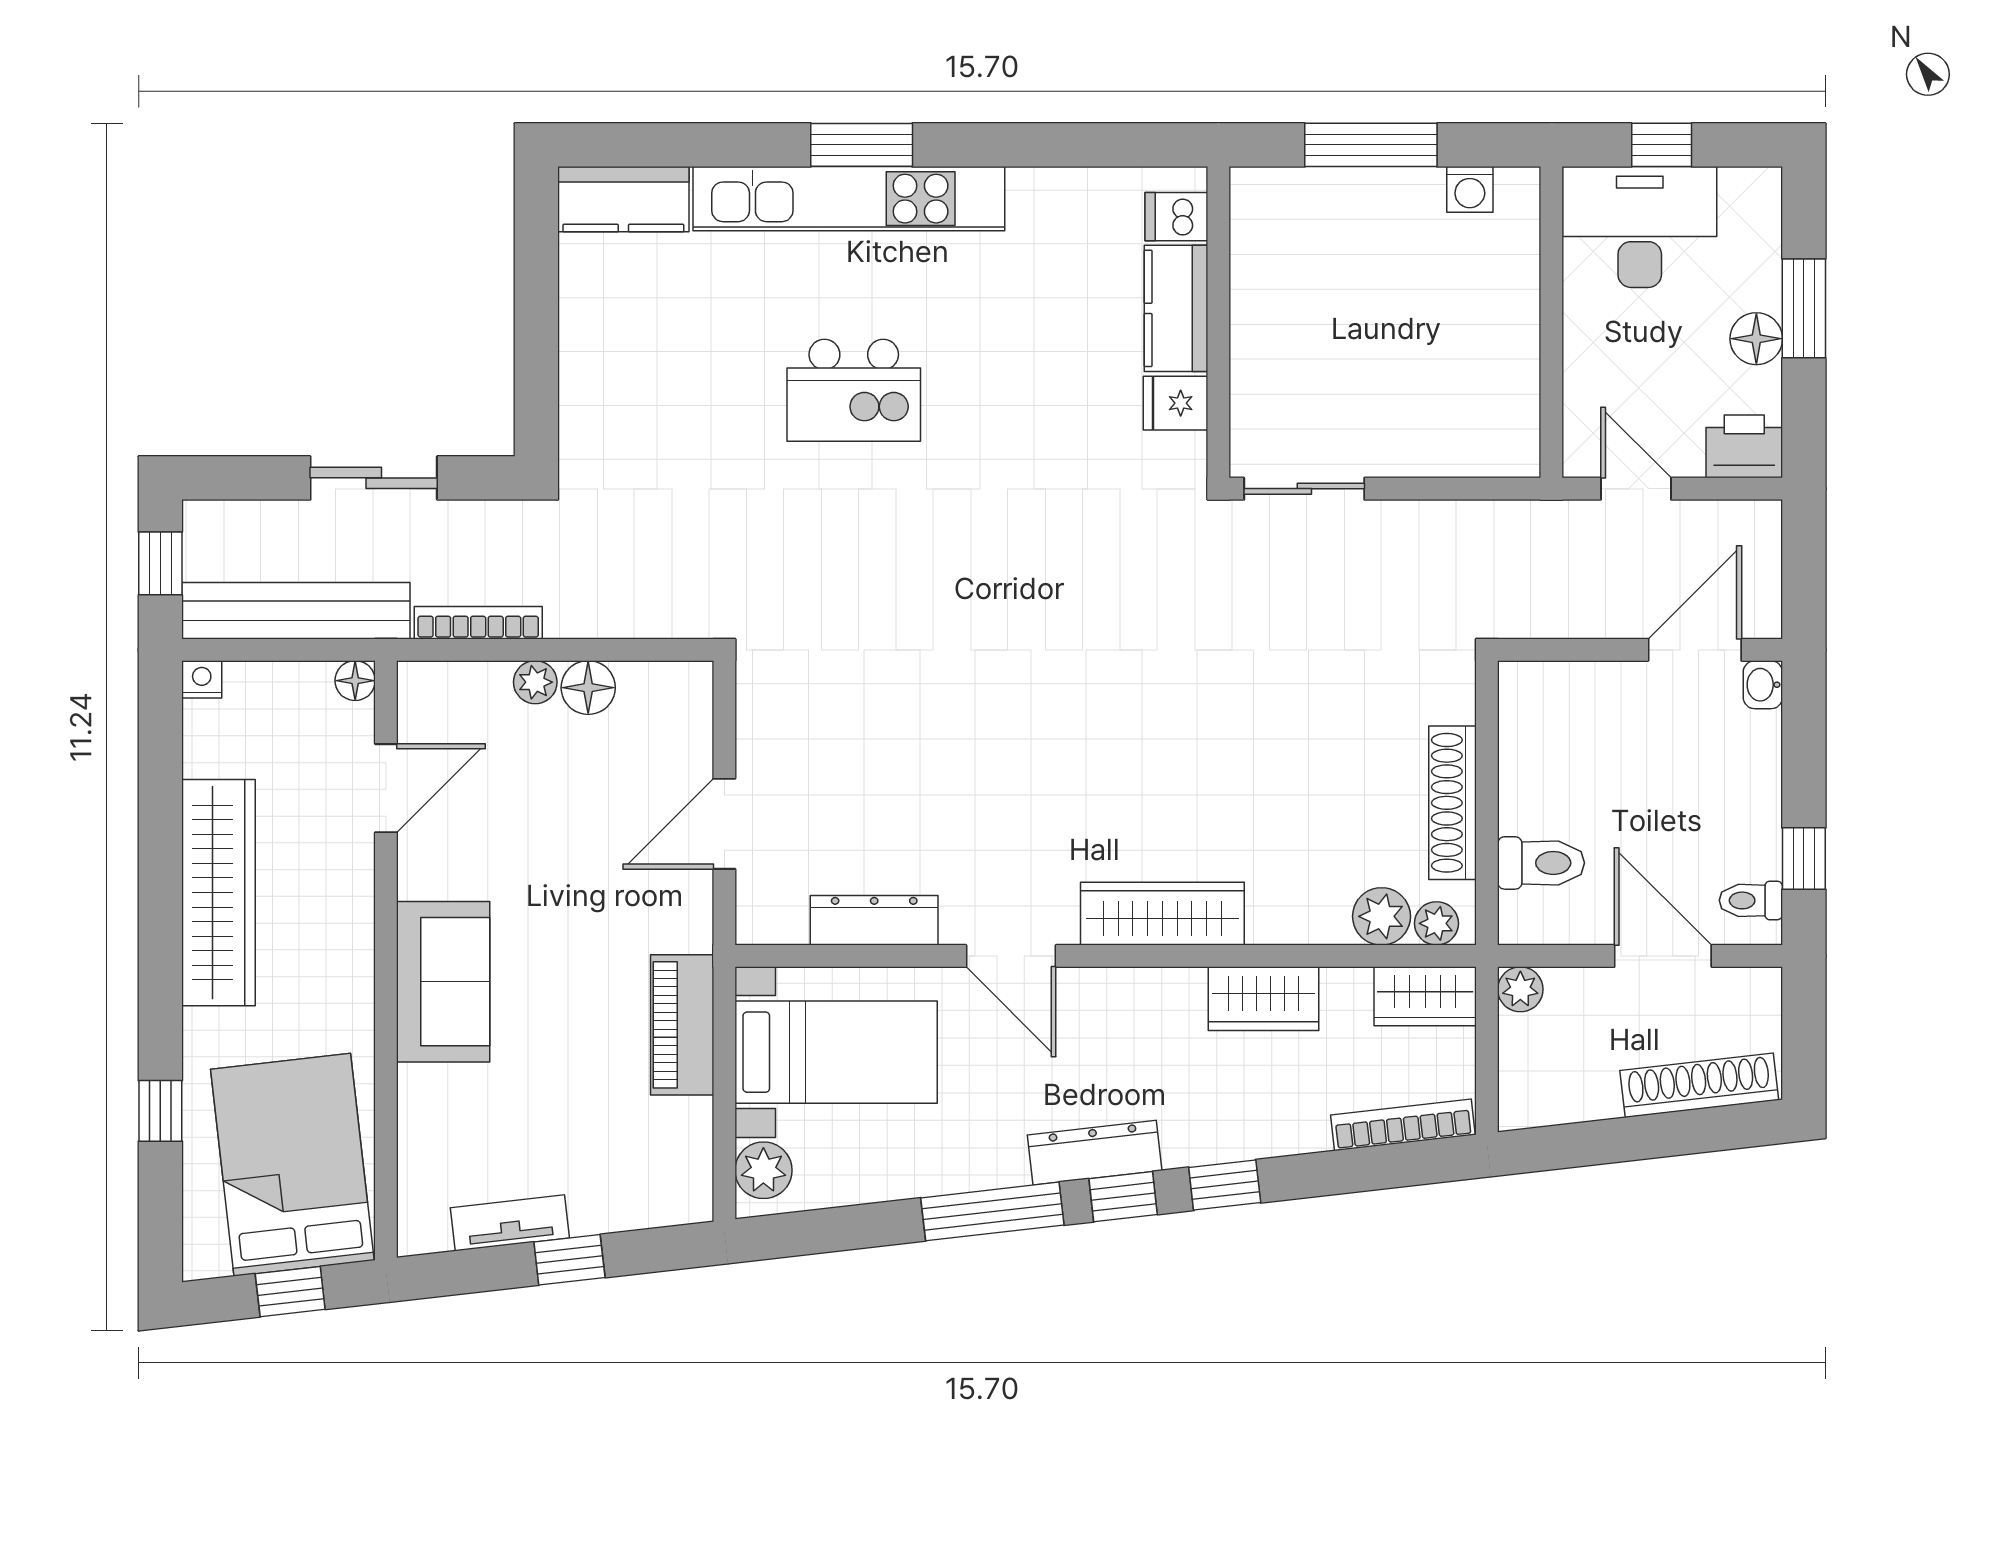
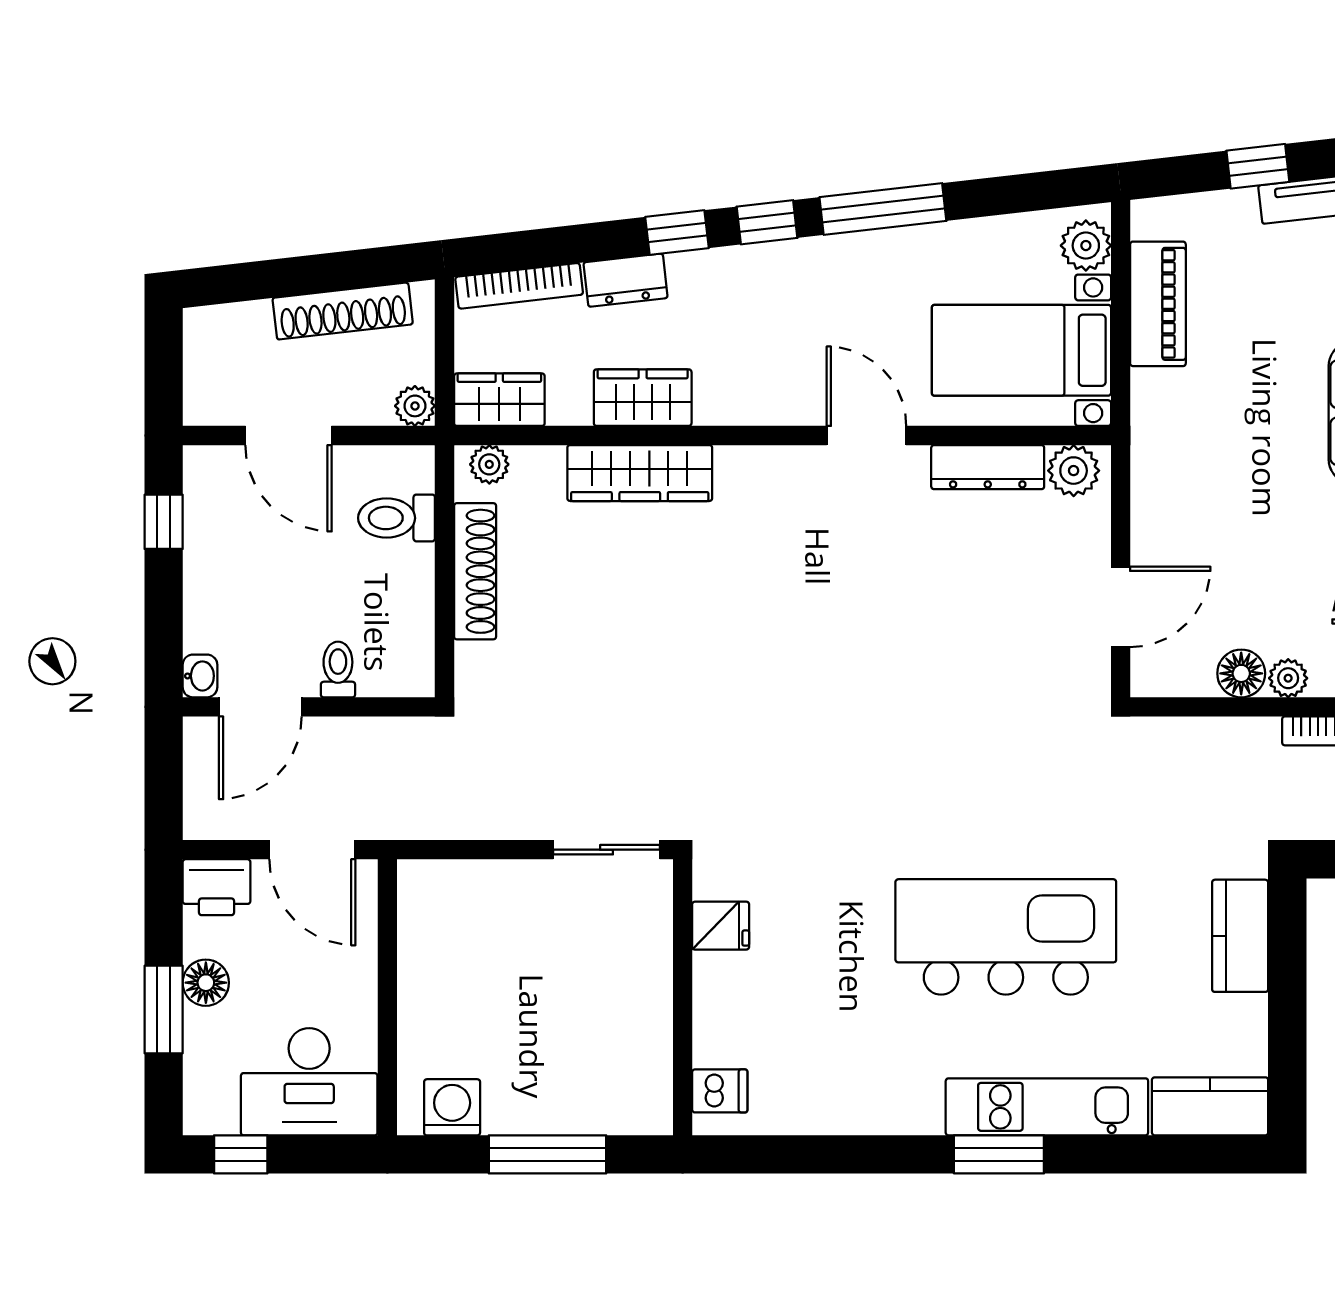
window: (1662, 145) -> (241, 1154), moved
washing machine: (1470, 189) -> (452, 1107), width x1.38, depth x1.38
kitchen unit: (849, 199) -> (1047, 1107), width x0.73
kitchen counter: (1176, 308) -> (1240, 936), moved, turned 180
kitchen island: (854, 390) -> (1006, 937), width x1.87, depth x1.28
door: (1636, 489) -> (312, 850), width x1.38
door: (724, 824) -> (1121, 607), moved
toilet: (1751, 900) -> (338, 669), moved, turned -90
wardrobe: (1162, 914) -> (640, 473), moved
plant: (1382, 916) -> (1074, 471), moved
piano: (682, 1025) -> (1158, 304), moved
shoe rack: (1699, 1085) -> (343, 311), moved
dresser: (1095, 1153) -> (626, 280), moved, width x0.70

